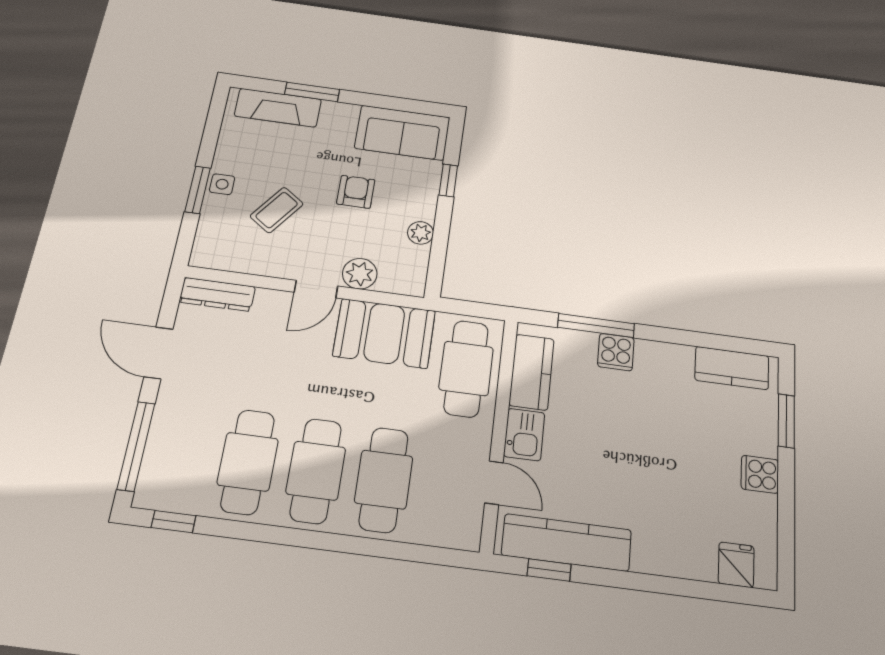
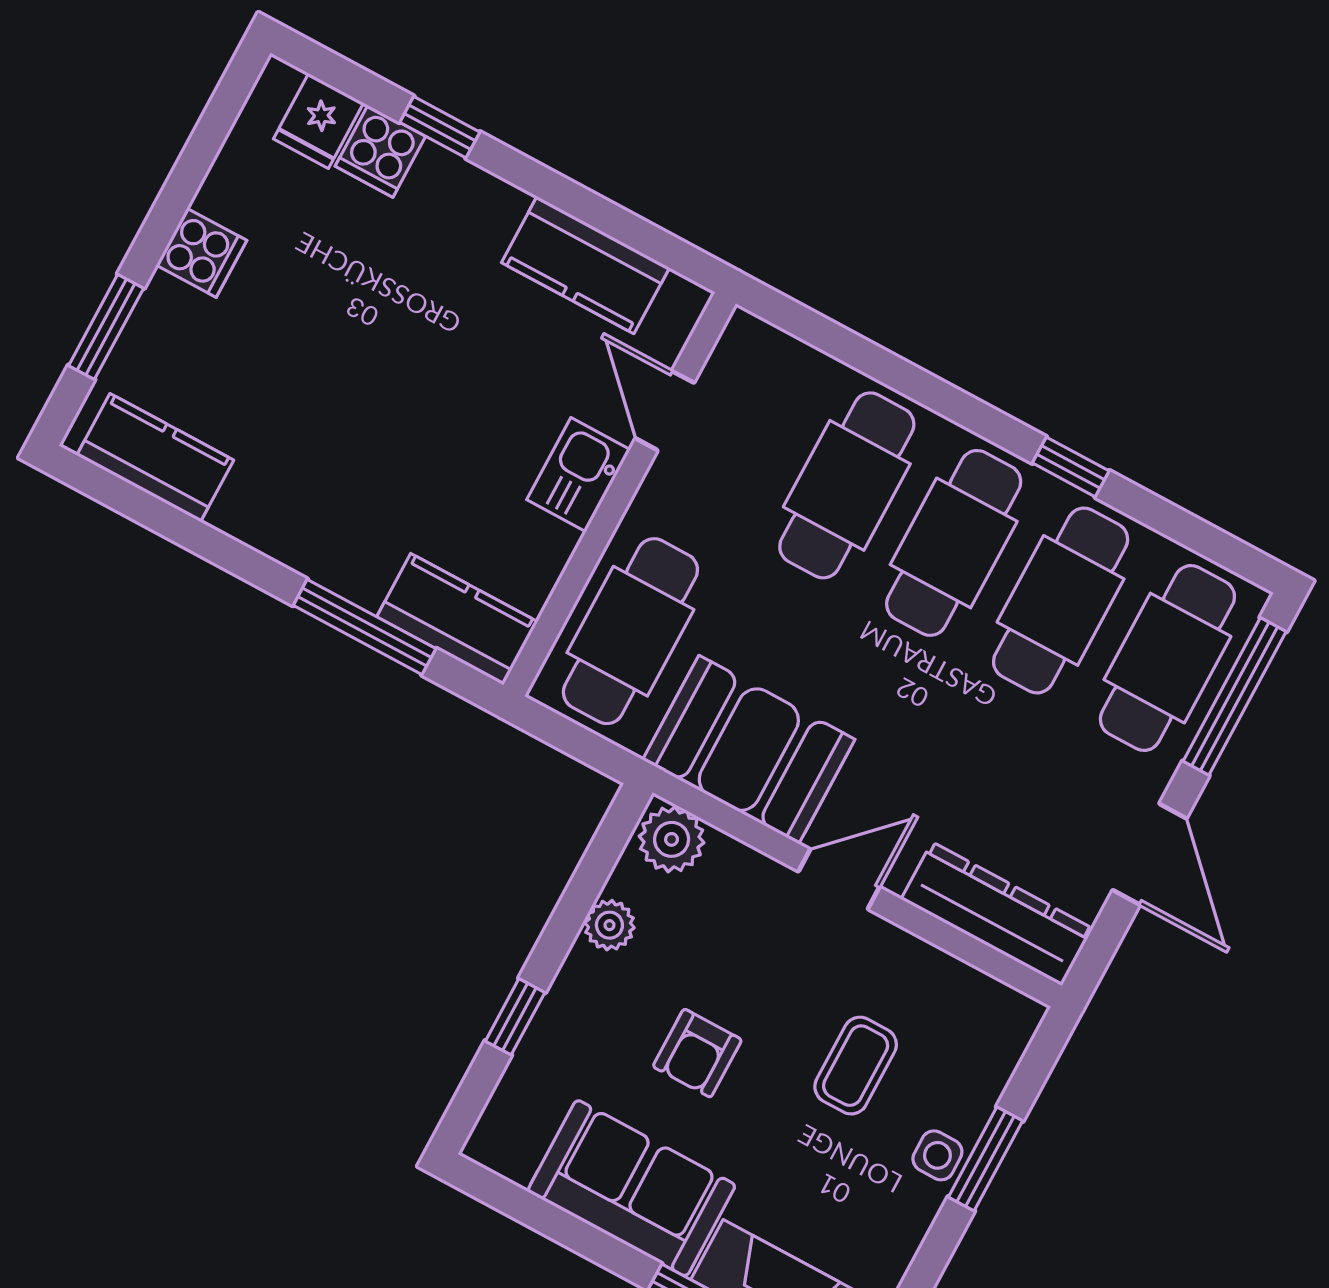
sofa: (402, 133) -> (632, 1188), moved
coffee table: (277, 210) -> (856, 1066), turned -36
plant: (360, 274) -> (672, 839), moved
dresser: (217, 294) -> (997, 914), width x1.37, depth x1.24
cooker: (616, 352) -> (380, 151), moved, turned 180
kitchen counter: (532, 372) -> (457, 619), moved, turned 90
cafe table: (179, 453) -> (1167, 658), added
window: (173, 522) -> (1071, 467), moved
kitchen counter: (567, 542) -> (585, 265), width x0.67
window: (549, 570) -> (440, 127), moved

